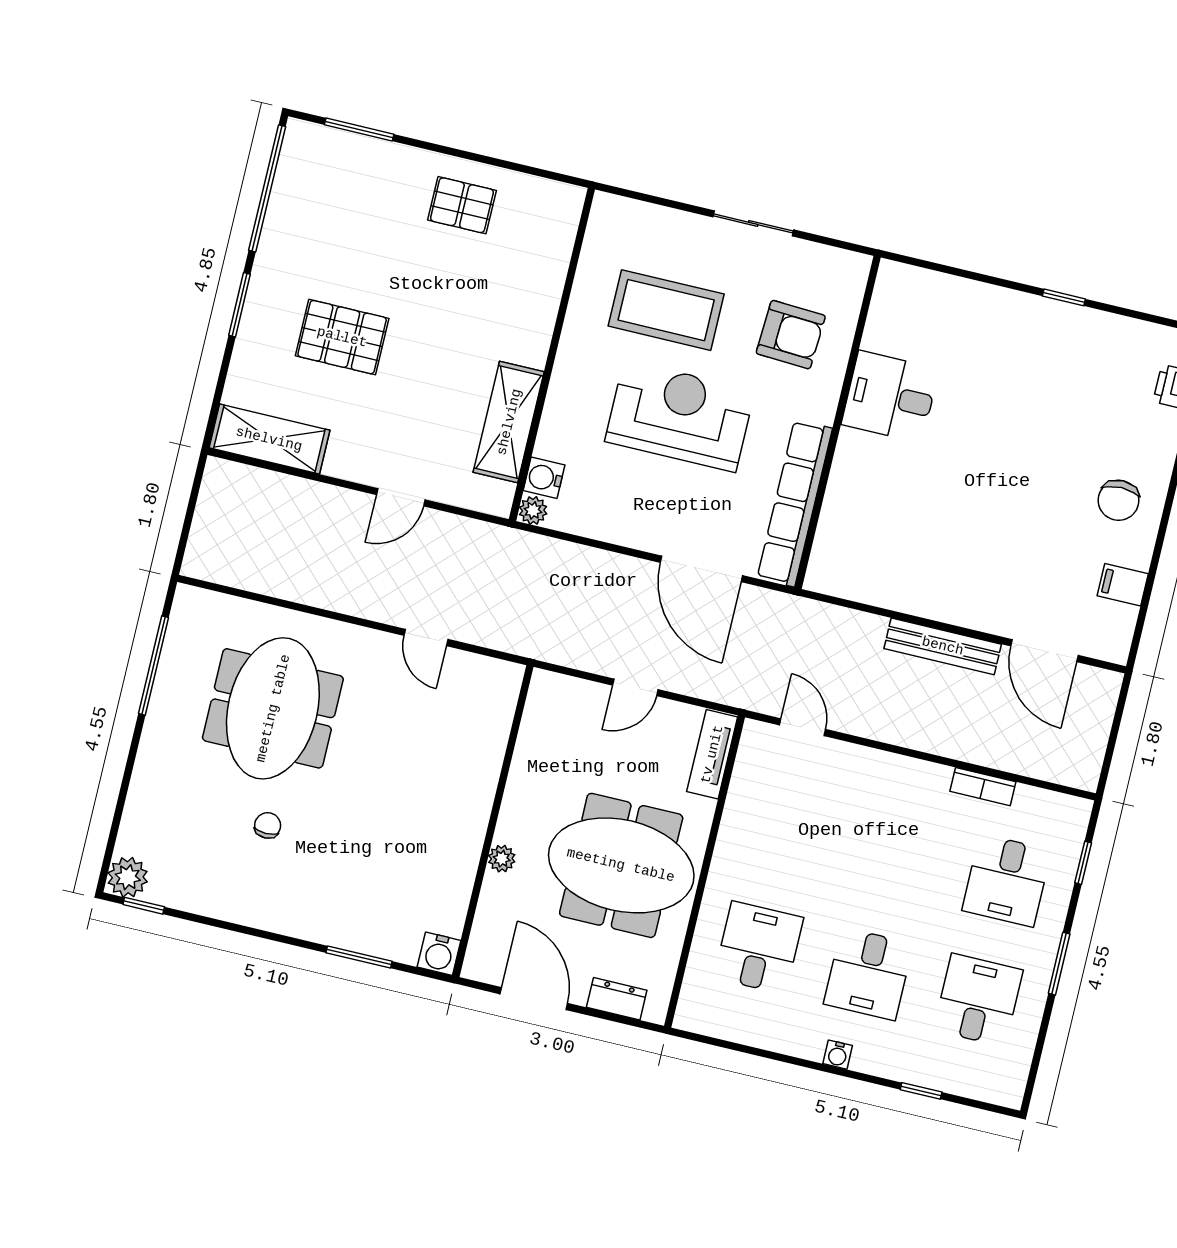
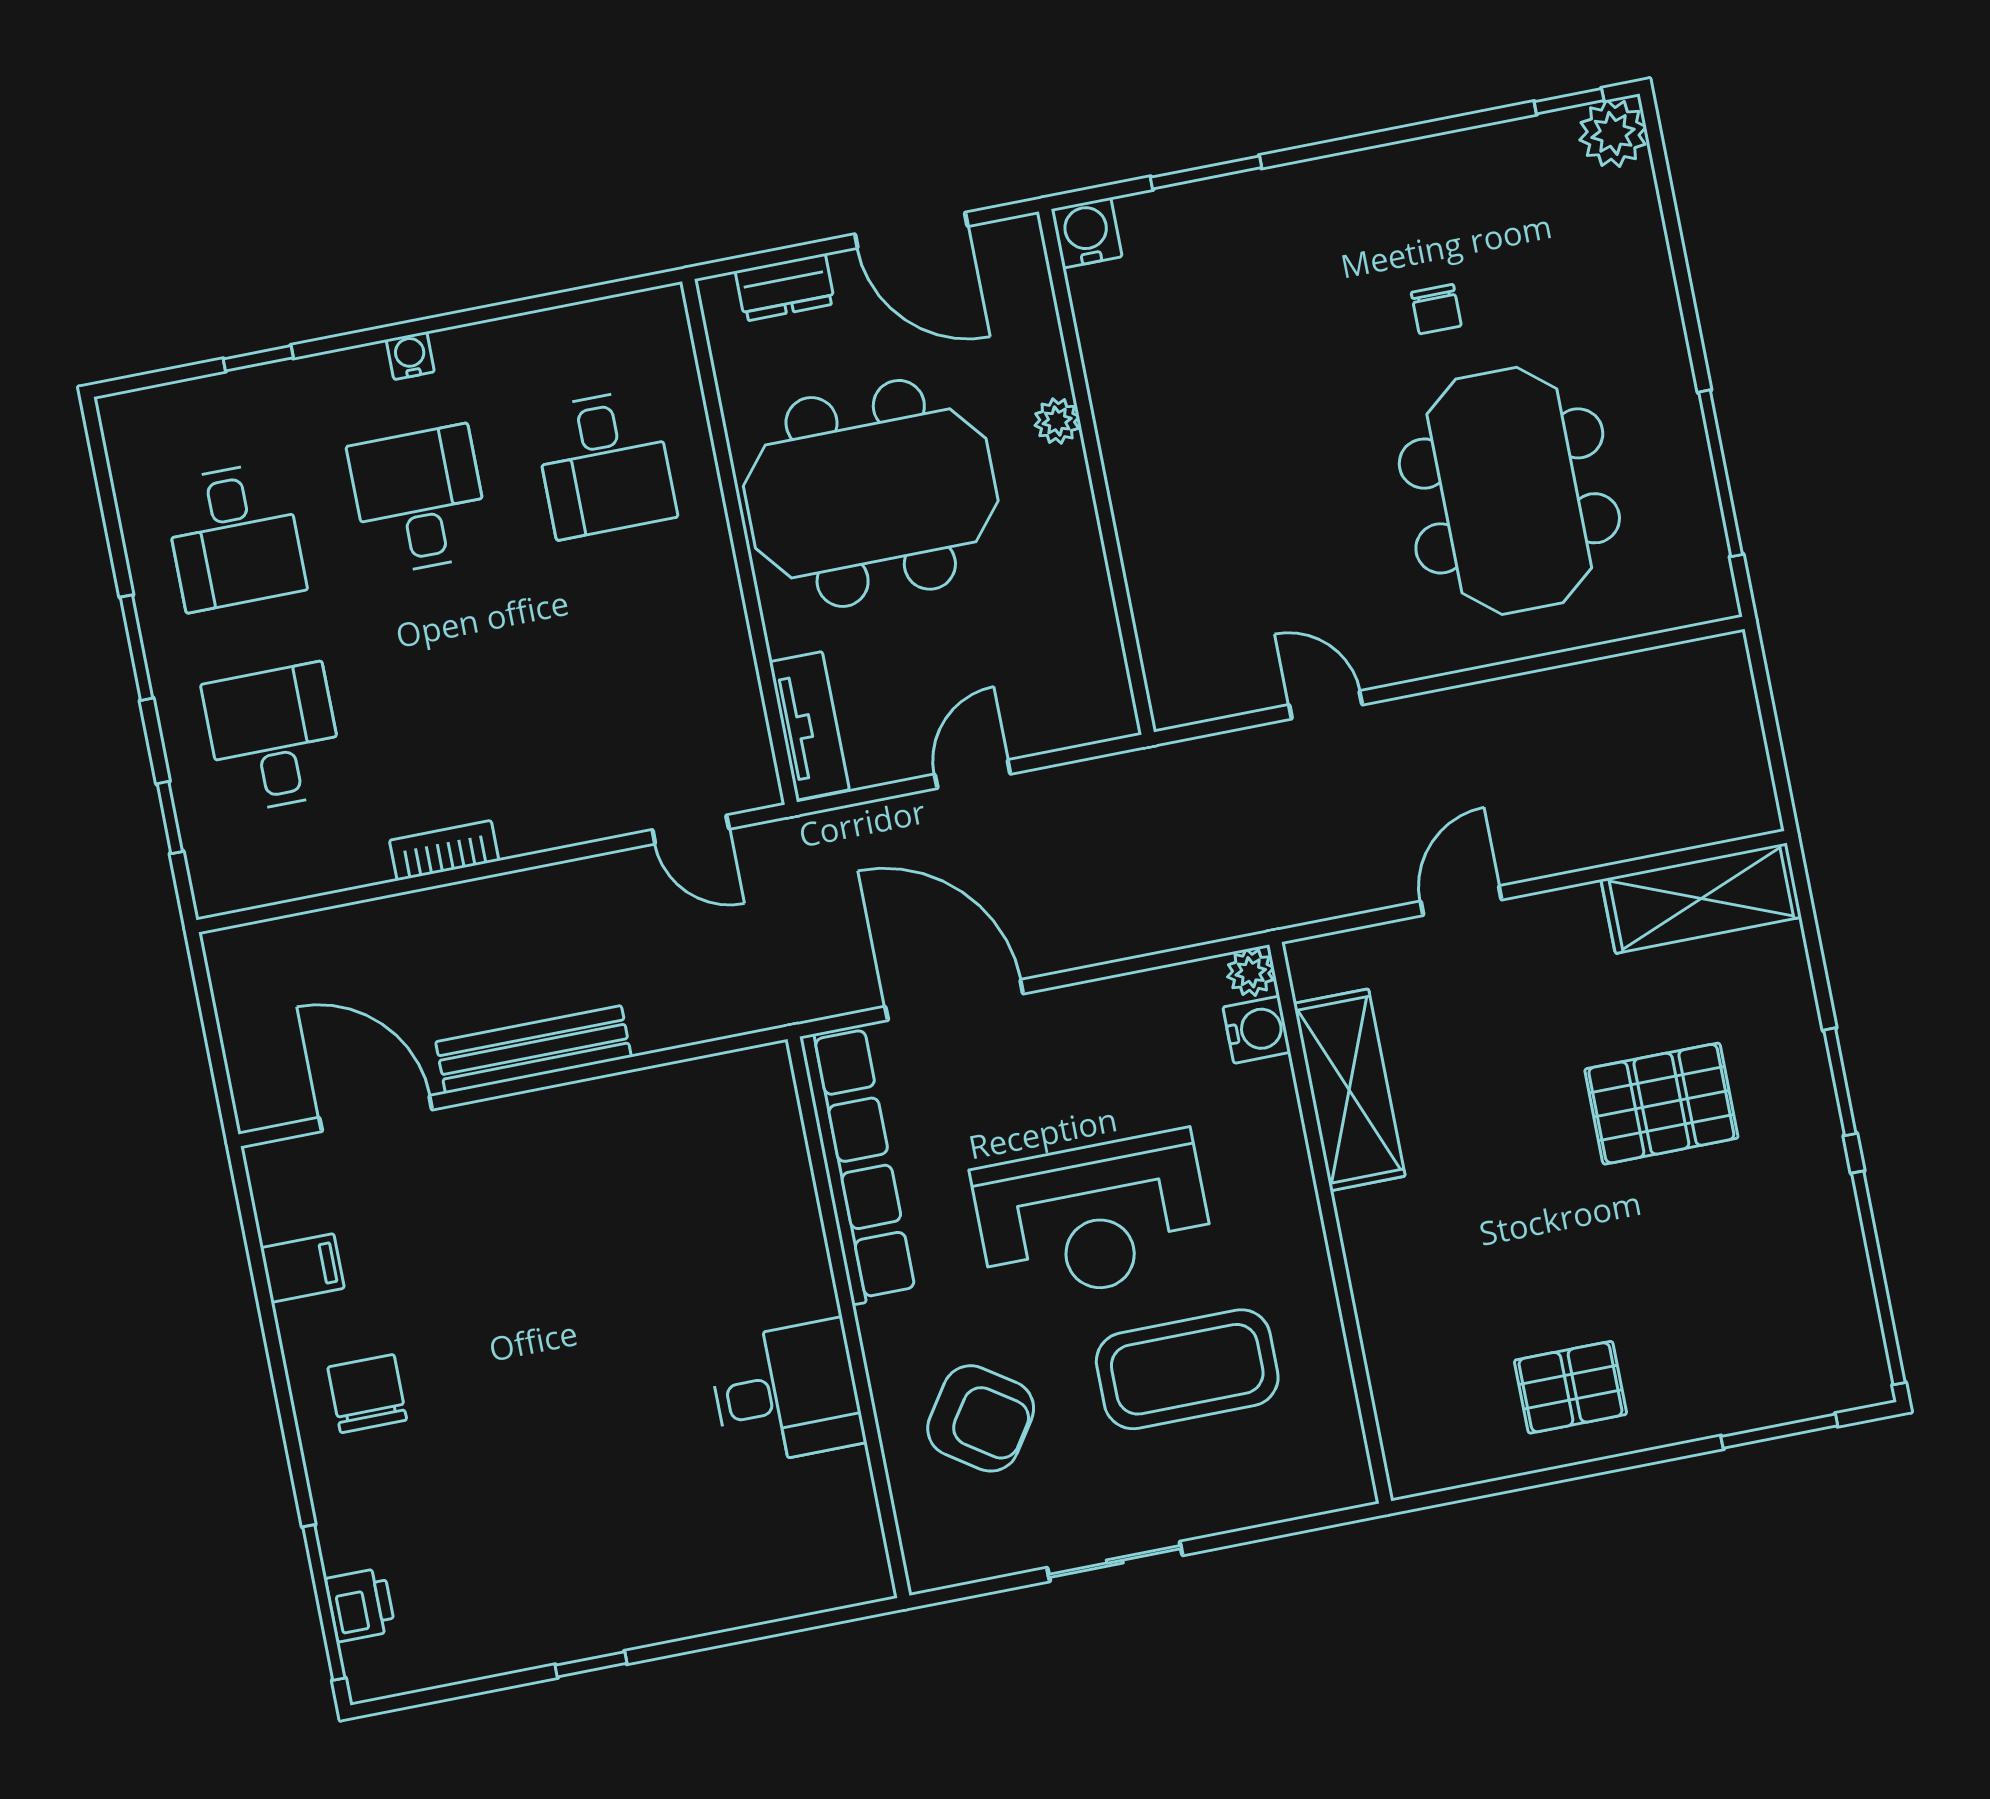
armchair: (791, 335) -> (981, 1418), turned -149
bookcase: (983, 787) -> (444, 850), moved

